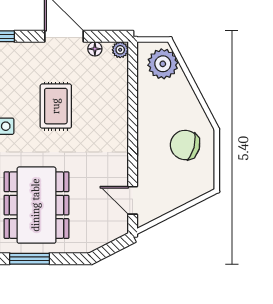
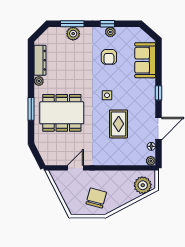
rug: (56, 106) -> (119, 124), turned 90
door: (133, 200) -> (75, 168), moved

